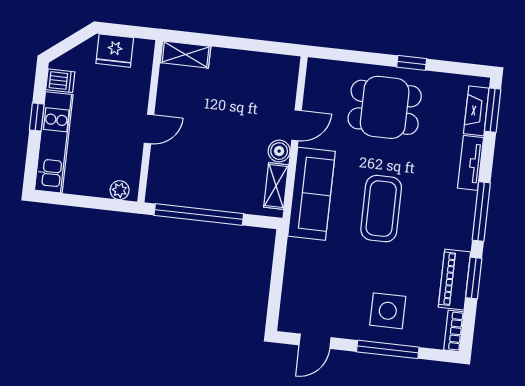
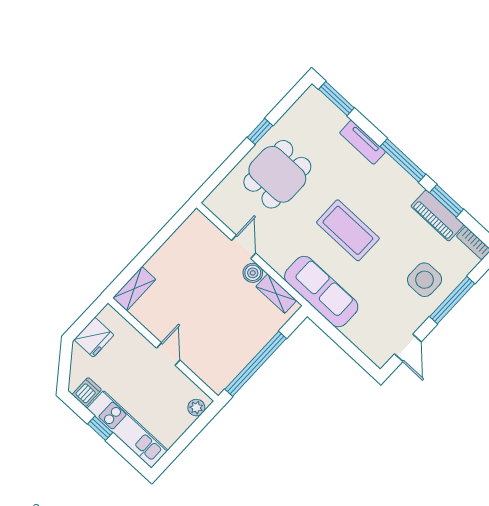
fireplace: (476, 111) -> (328, 111), removed
sofa: (312, 194) -> (321, 292), moved

